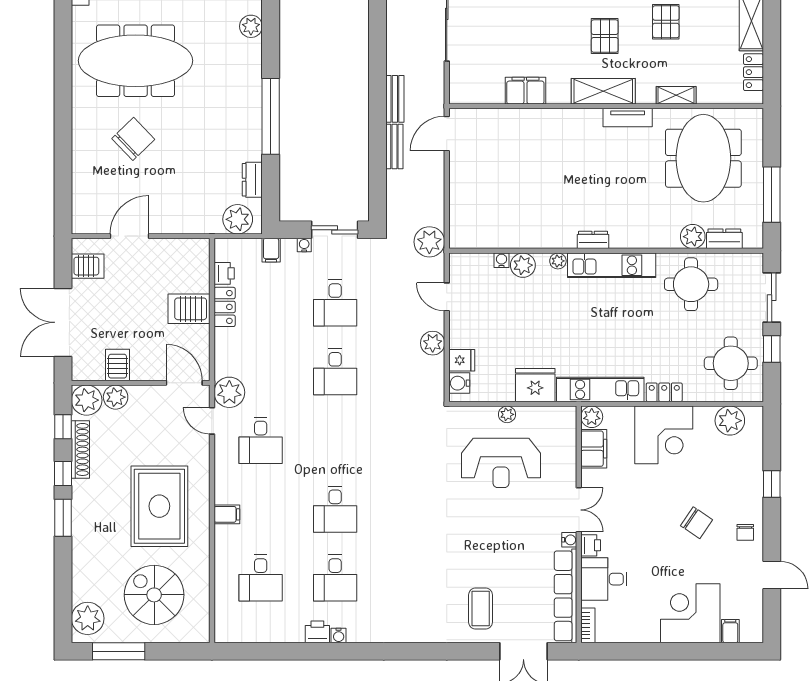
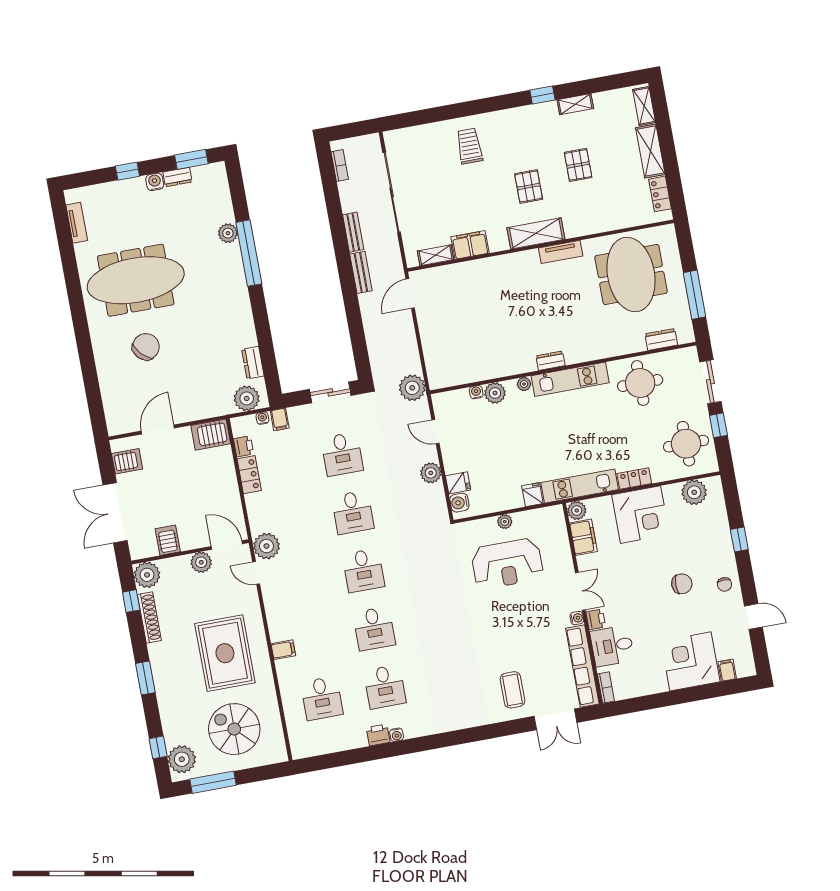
shelving: (676, 95) -> (436, 255), moved
window: (271, 116) -> (249, 253), moved
bench: (394, 146) -> (353, 232), moved
plant: (693, 237) -> (634, 342), removed
water cooler: (304, 245) -> (262, 418), moved
server rack: (189, 309) -> (211, 435), moved
fridge: (535, 385) -> (532, 495), width x0.53, depth x0.75
plant: (116, 397) -> (201, 562), moved
desk: (261, 441) -> (363, 570), moved
window: (63, 474) -> (158, 747), moved
chair: (697, 523) -> (682, 584), turned -34

